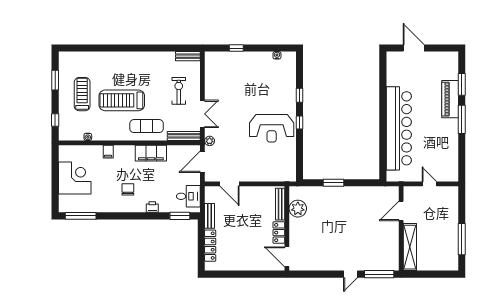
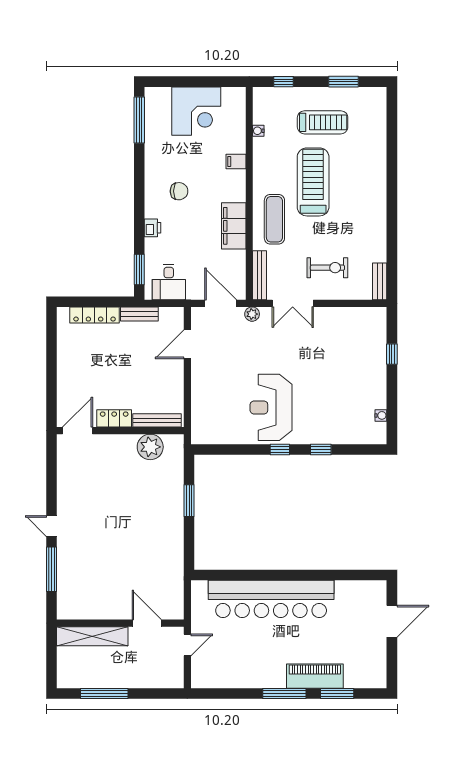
door: (401, 211) -> (147, 623), moved
wall: (401, 228) -> (120, 623), moved
shelving: (410, 247) -> (92, 636), moved

